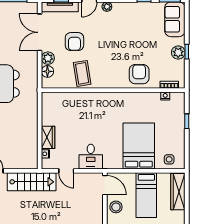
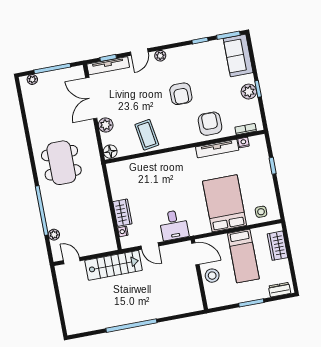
armchair: (74, 42) -> (181, 94), moved
floor lamp: (47, 71) -> (110, 152), moved
tv unit: (141, 97) -> (217, 149), added
wardrobe: (178, 192) -> (278, 246), width x0.67

